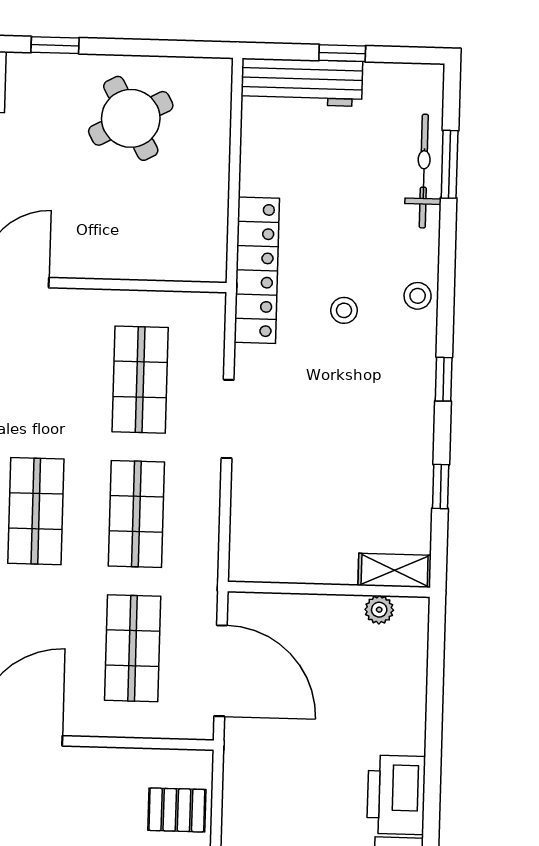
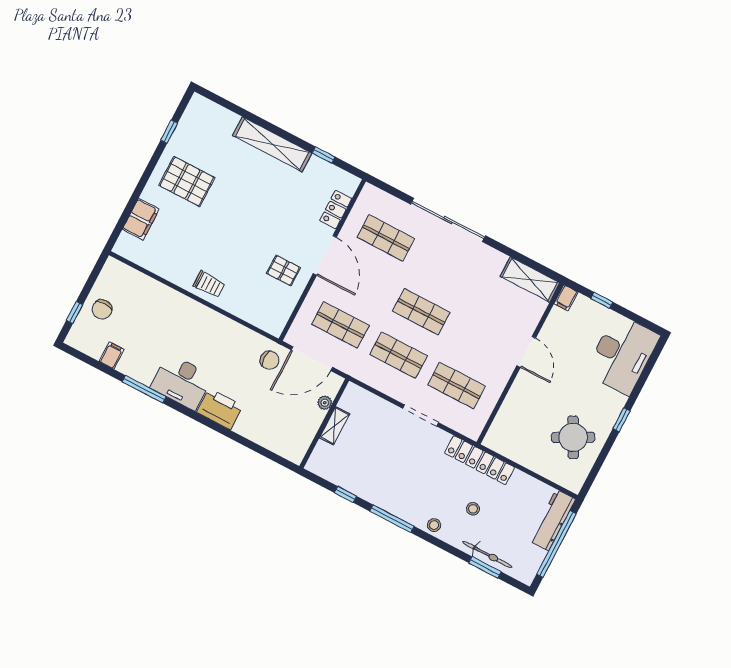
window: (342, 53) -> (557, 544), width x3.17
stool: (344, 310) -> (473, 509), moved
window: (444, 379) -> (392, 519), width x2.17
shelving: (395, 570) -> (334, 426), moved
plant: (379, 610) -> (325, 403), moved
chair: (261, 747) -> (270, 360), added
pallet: (177, 810) -> (283, 270), moved, turned 90

